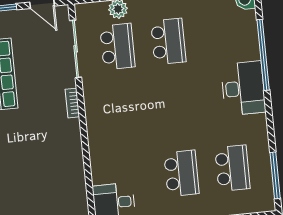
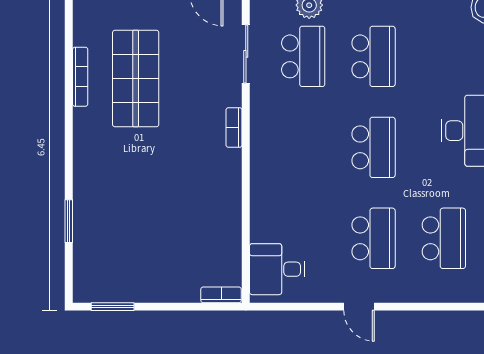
sliding door: (76, 49) -> (246, 54), width x0.73
school desk: (175, 107) -> (374, 147), added

